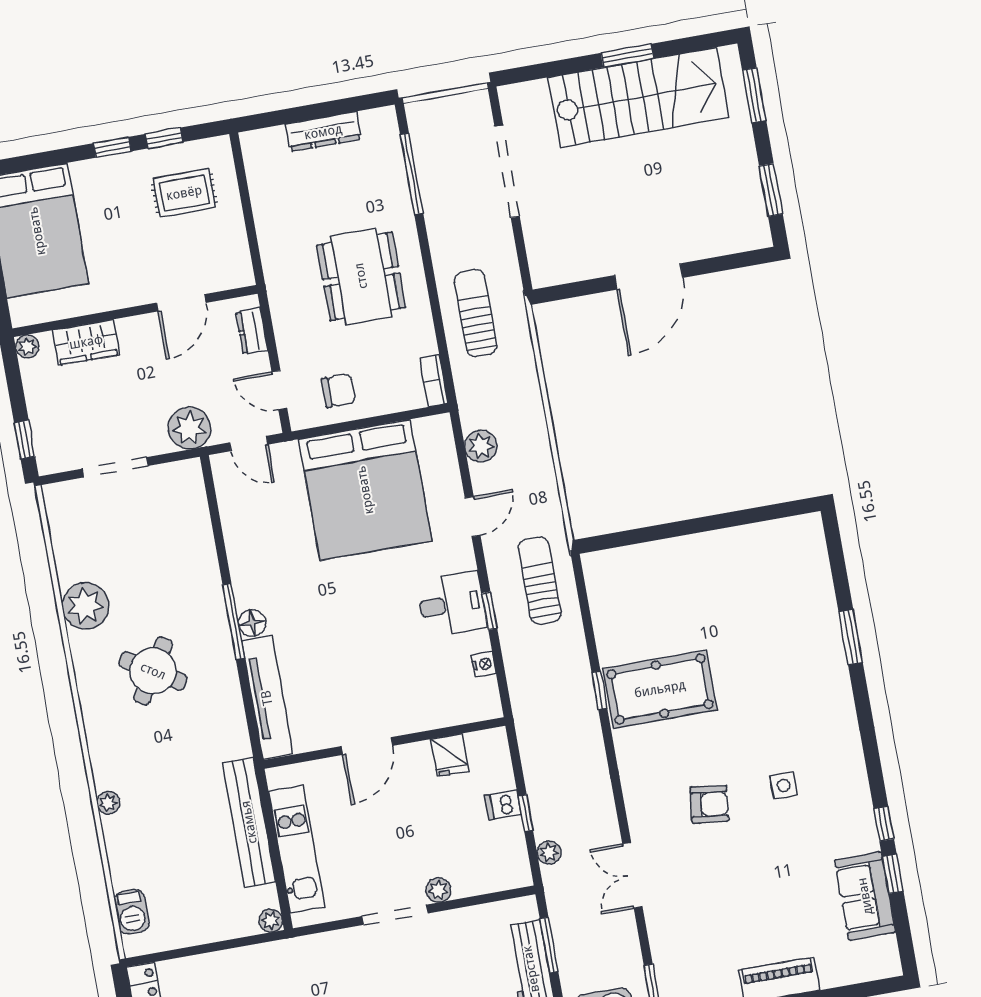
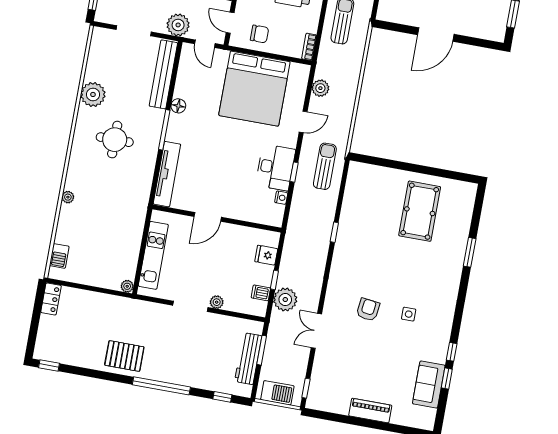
desk: (452, 604) -> (275, 167), width x1.37
floor lamp: (252, 623) -> (178, 106), moved
round table: (153, 671) -> (115, 140), turned -32
pool table: (660, 689) -> (420, 211), moved, turned 90
fridge: (450, 755) -> (266, 255), moved, turned 90
armchair: (709, 804) -> (368, 310), turned -90
dishwasher: (503, 805) -> (261, 293), moved
bench: (249, 822) -> (163, 74), moved
plant: (549, 853) -> (285, 300), width x1.87, depth x1.87

